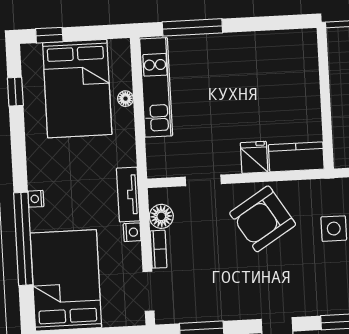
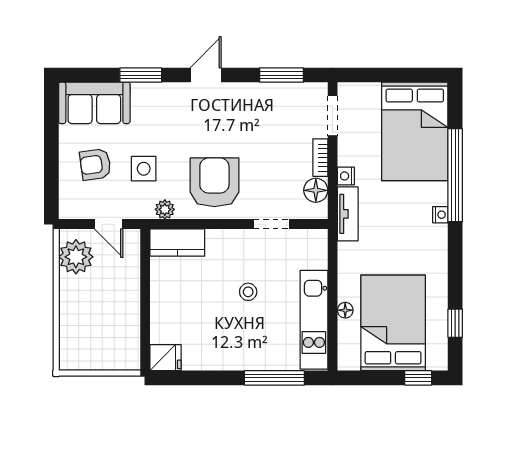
stool: (223, 112) -> (248, 292), added
fridge: (254, 157) -> (165, 358), moved, turned -90
plant: (311, 189) -> (165, 209), added
armchair: (263, 219) -> (214, 182), turned -58

